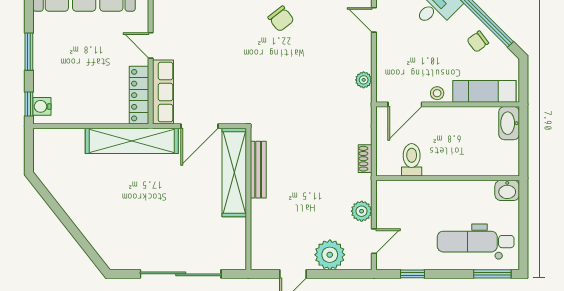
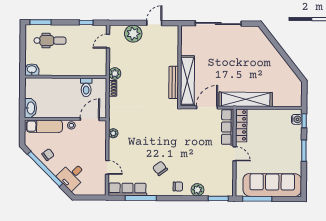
plant: (362, 211) -> (115, 74), moved
dental chair: (476, 242) -> (50, 41), width x0.73, depth x0.72

